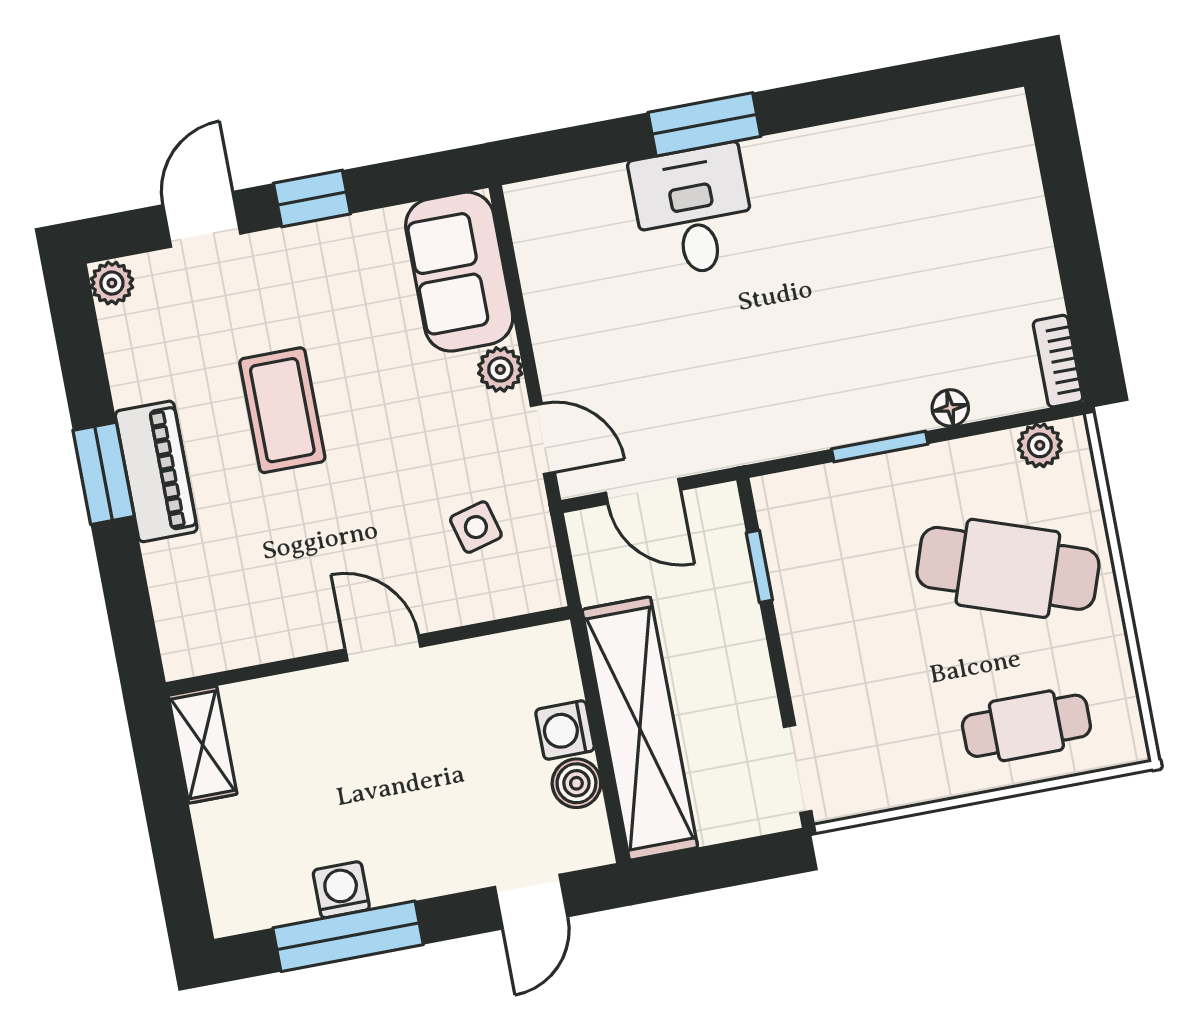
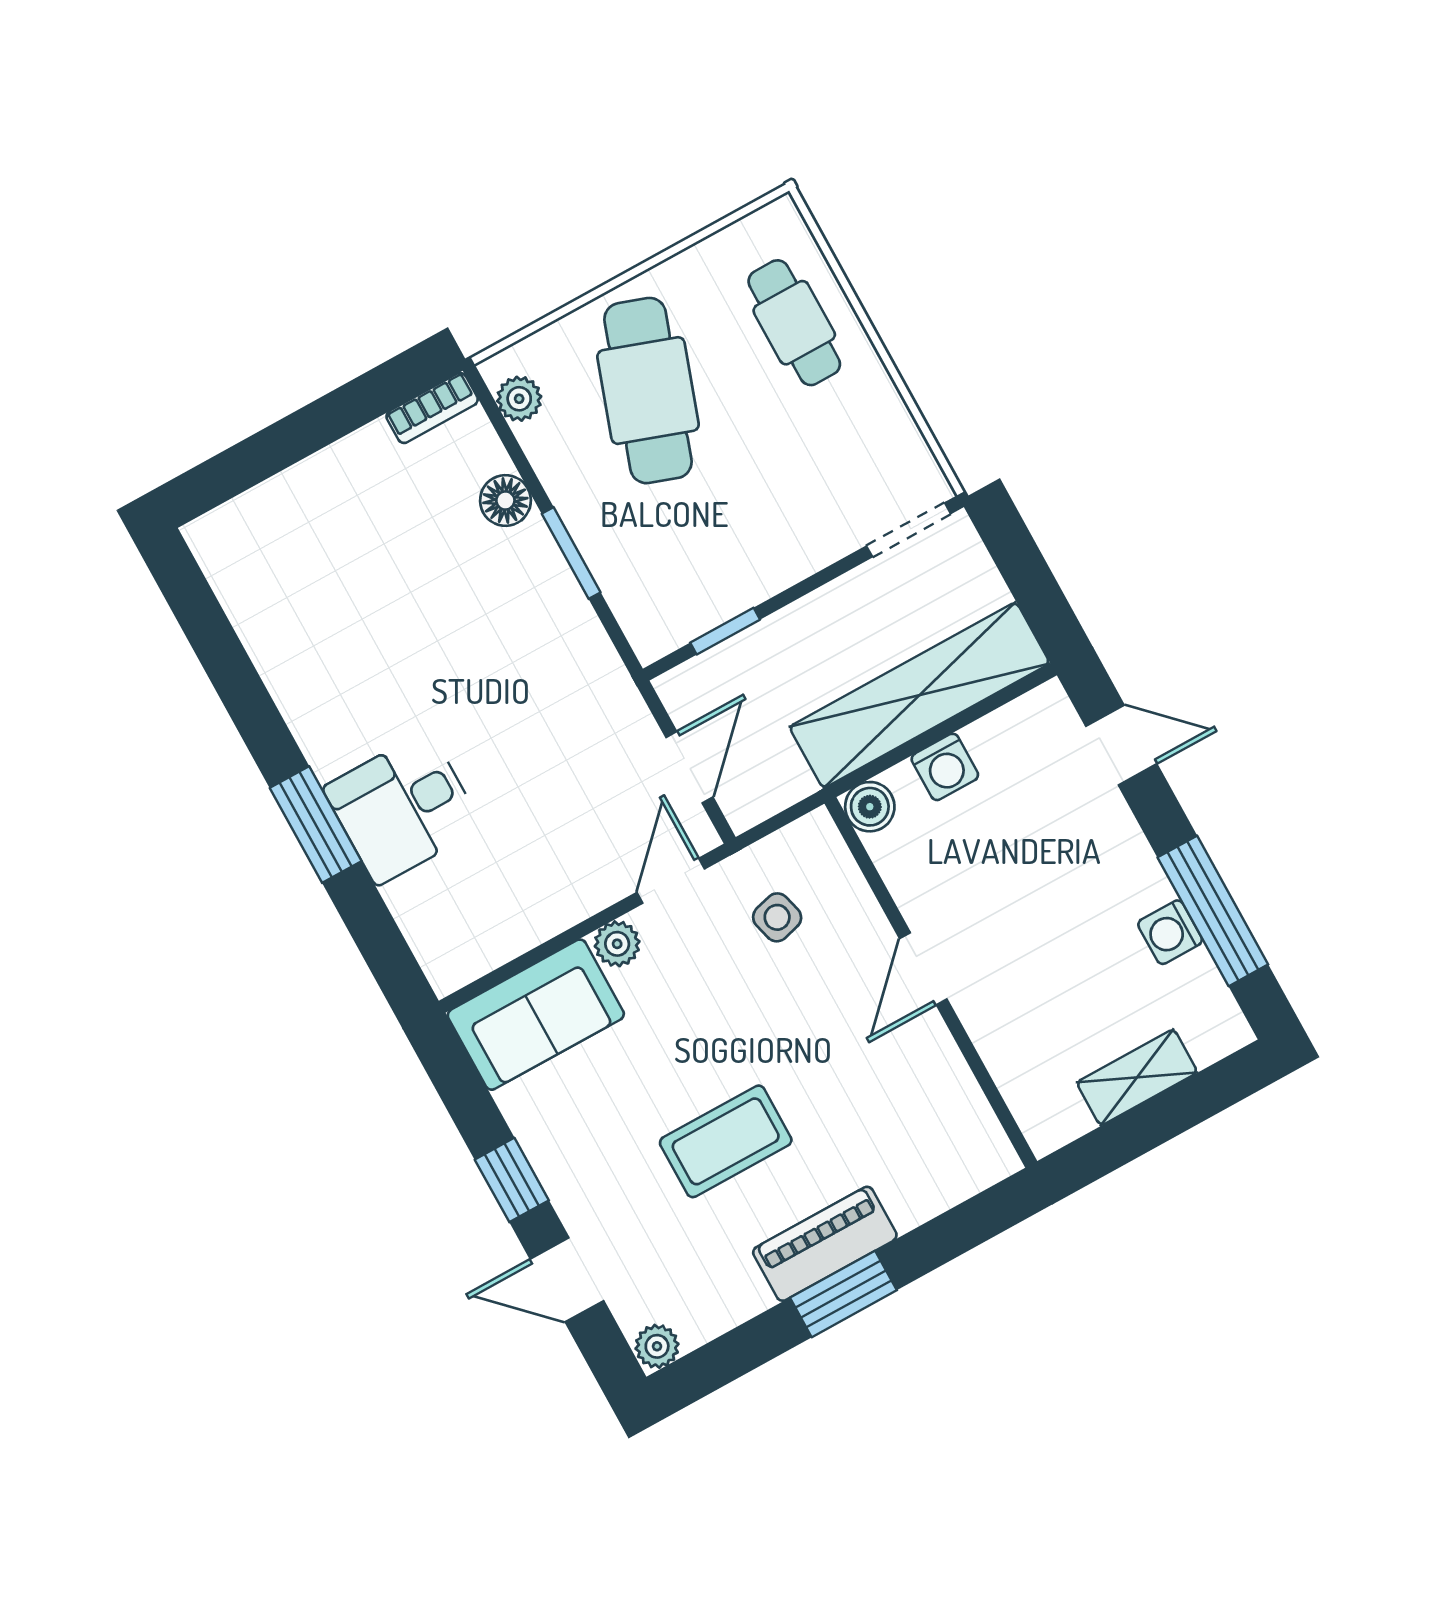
floor lamp: (950, 408) -> (505, 500), width x1.37, depth x1.37
shelving: (203, 745) -> (1137, 1077), moved
boiler: (576, 783) -> (870, 807), moved

